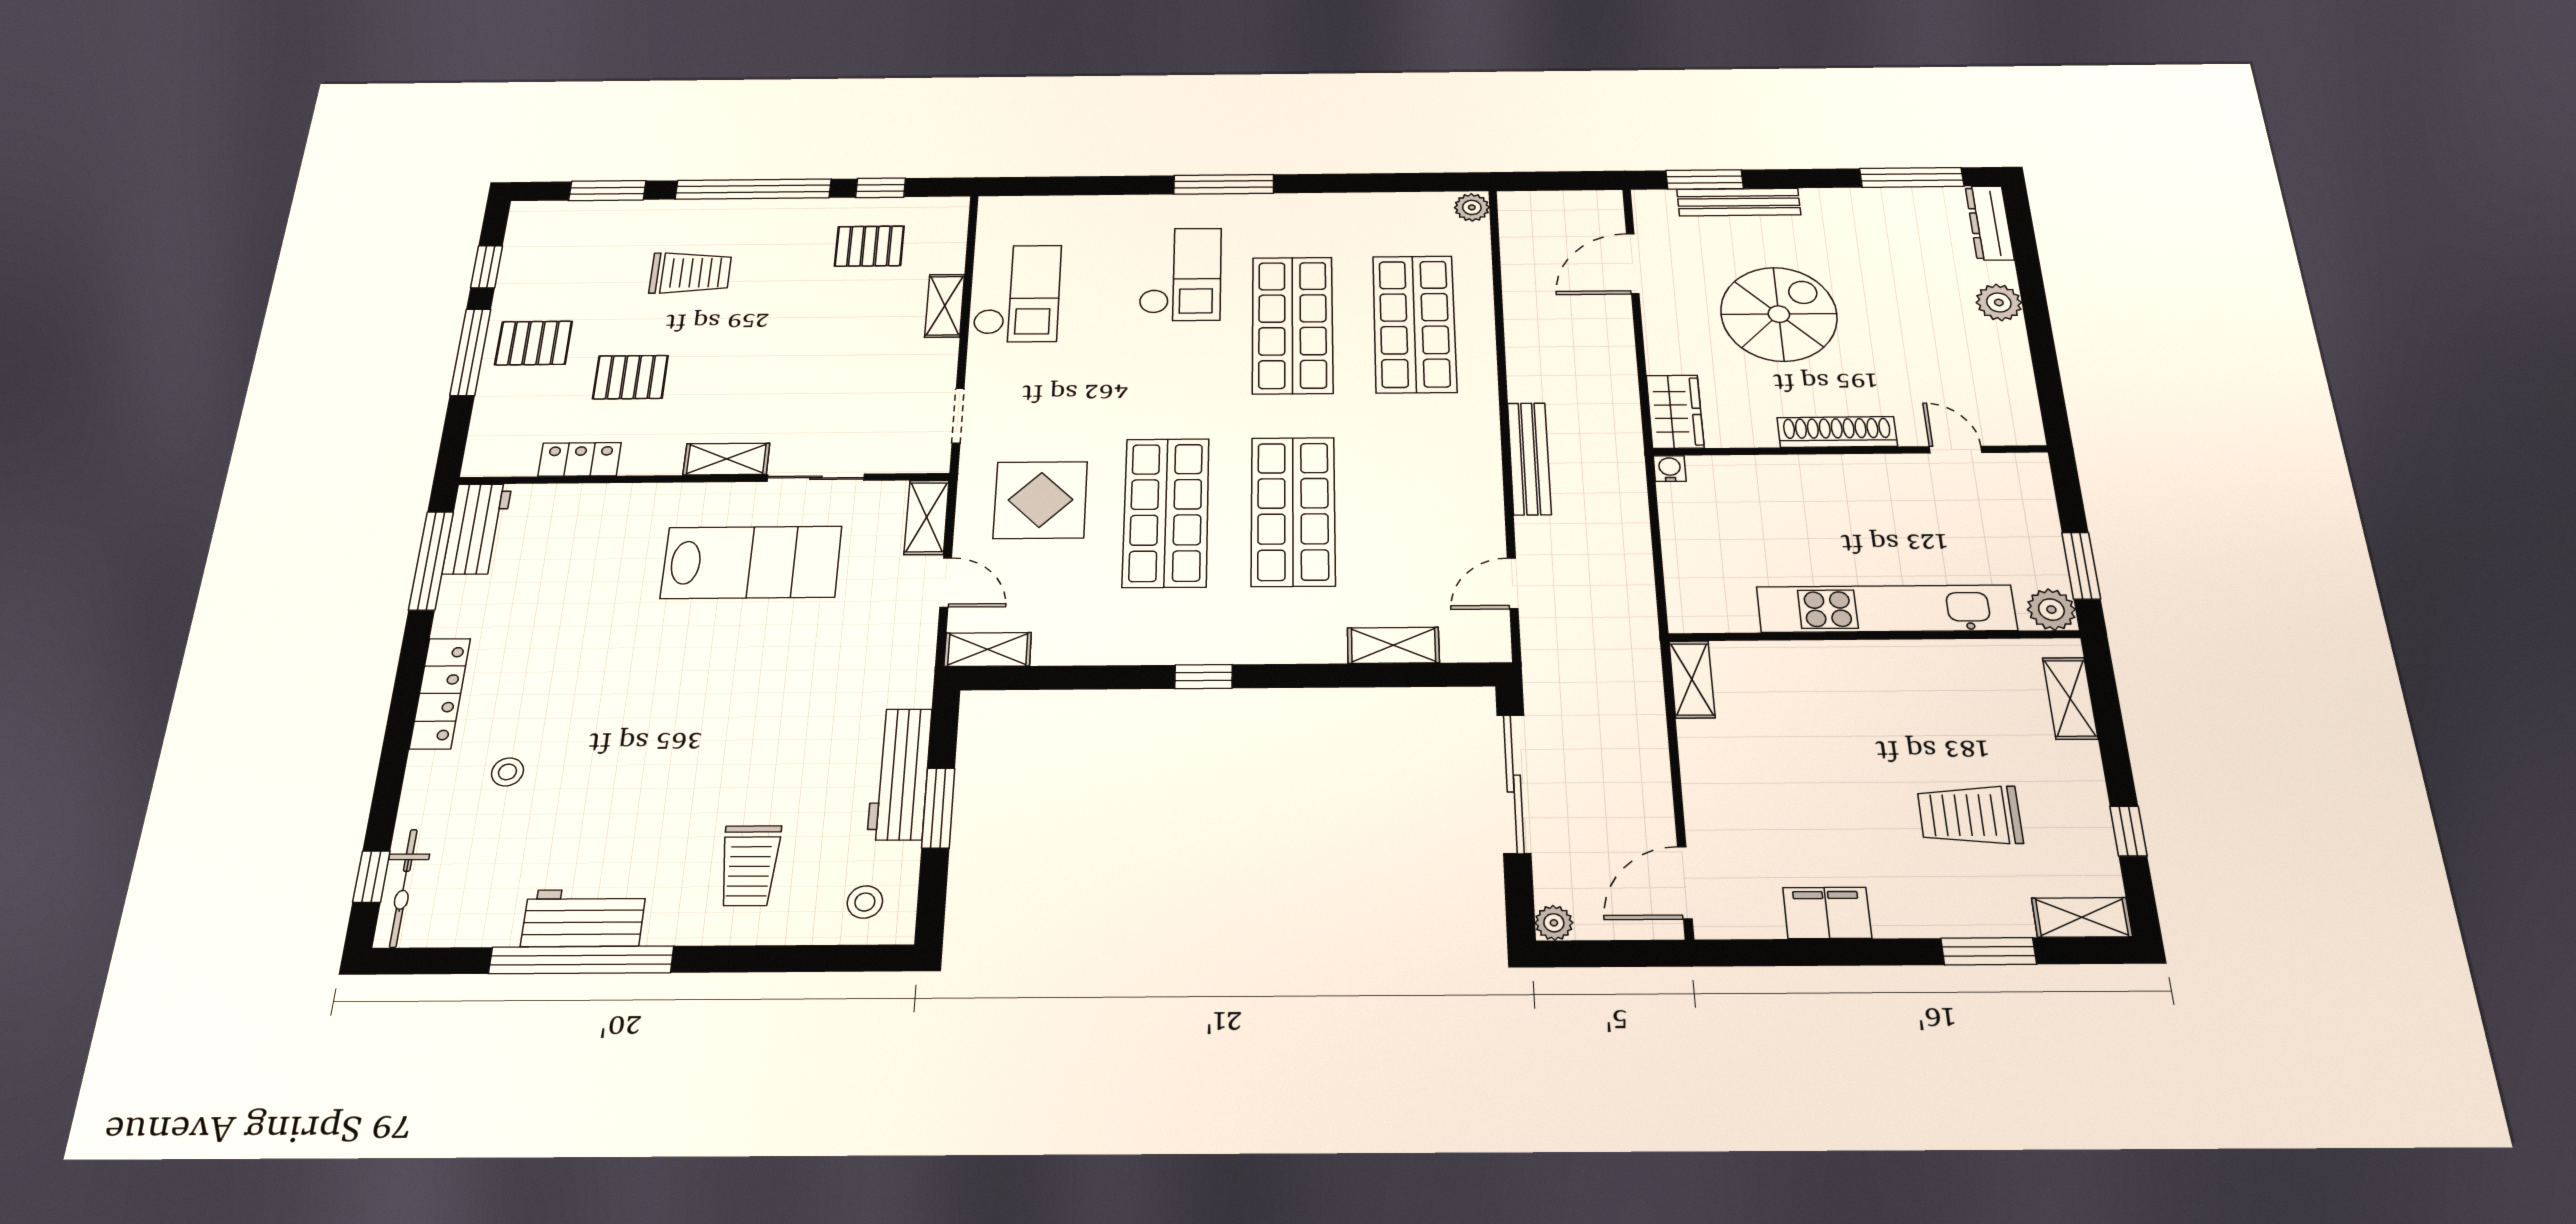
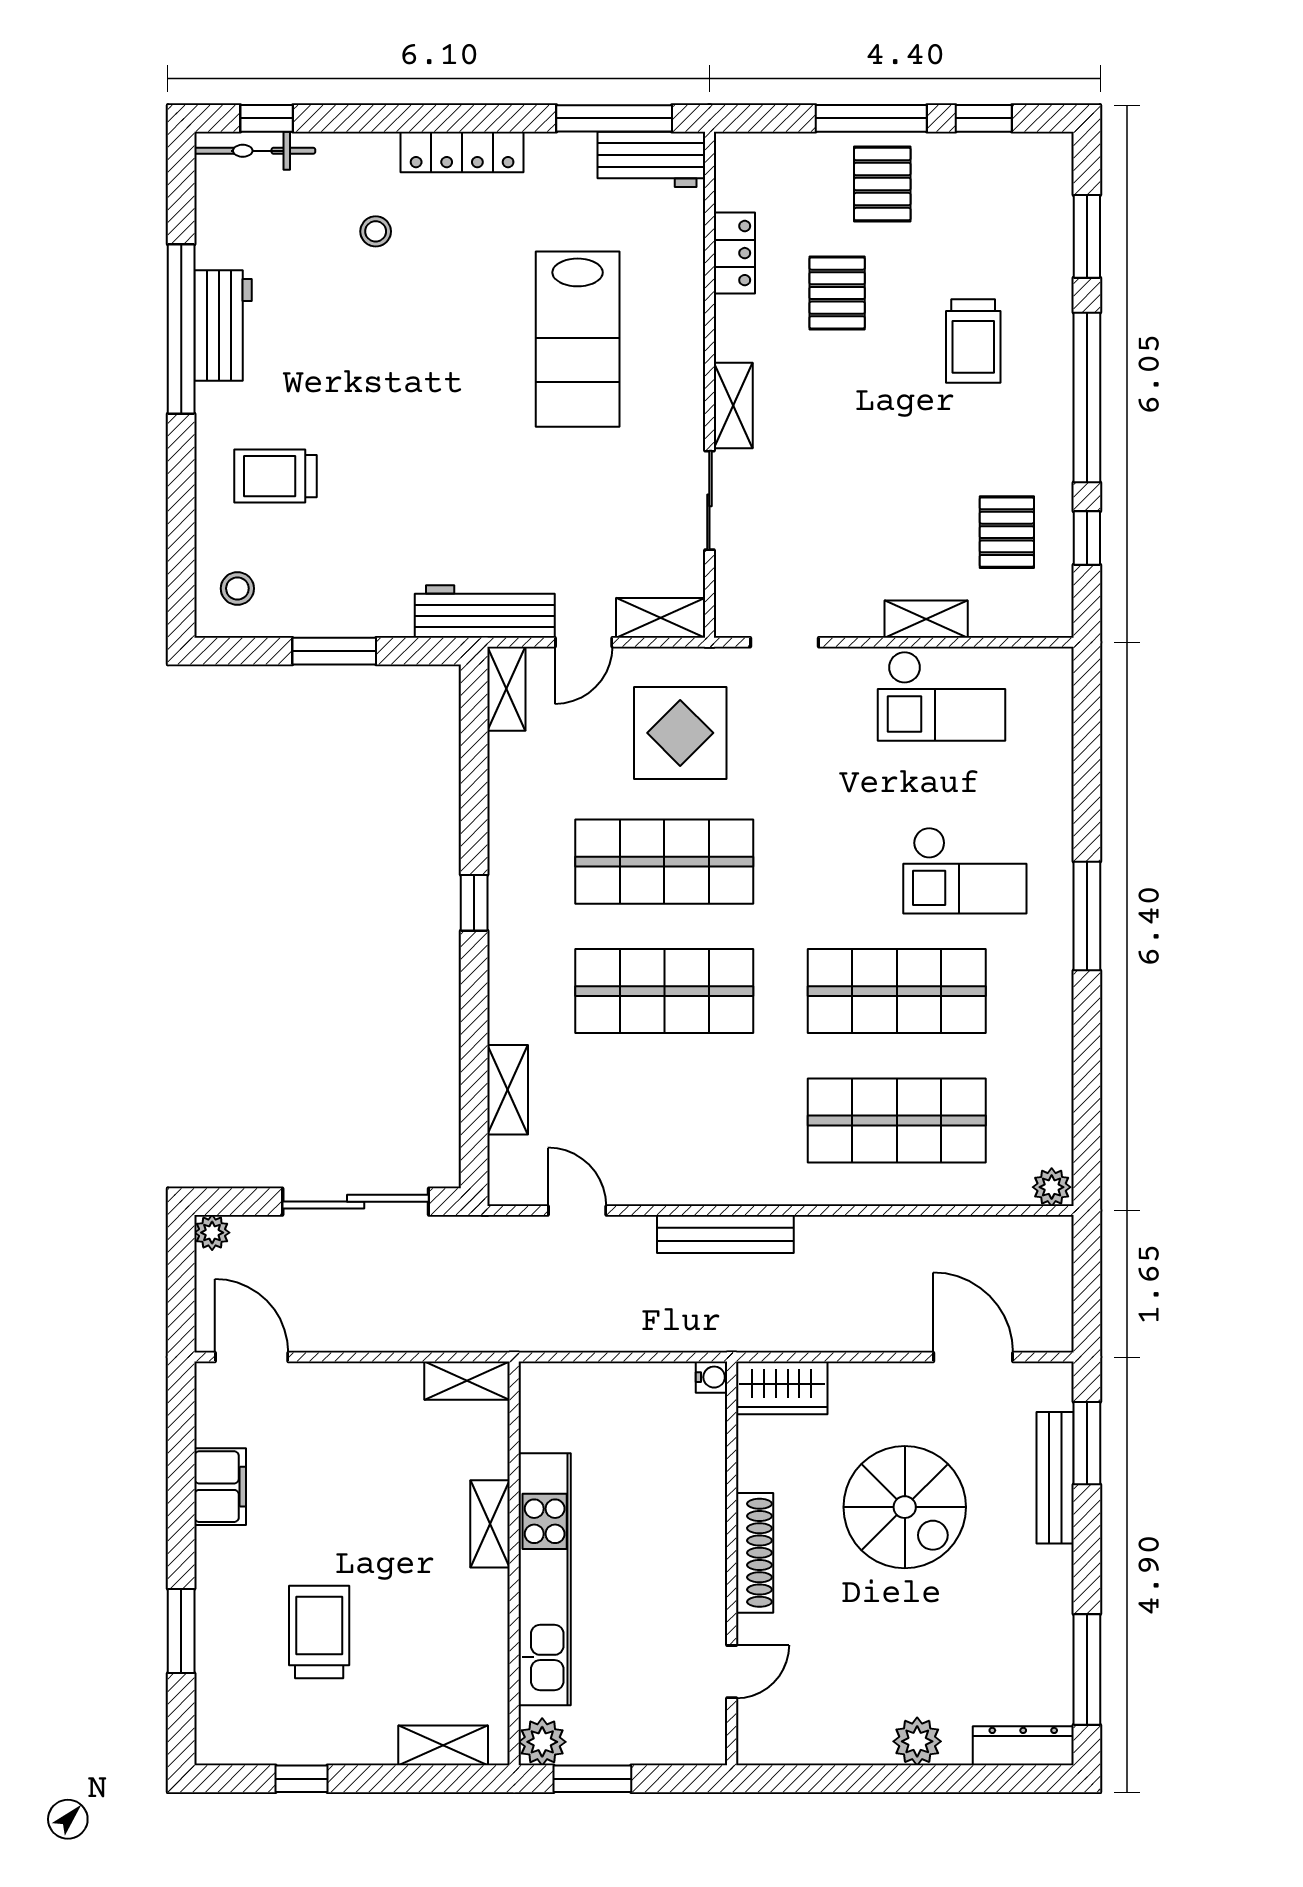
lab bench: (752, 562) -> (578, 339), moved
workbench: (900, 774) -> (485, 612), moved
shelving: (2082, 917) -> (490, 1524), moved

